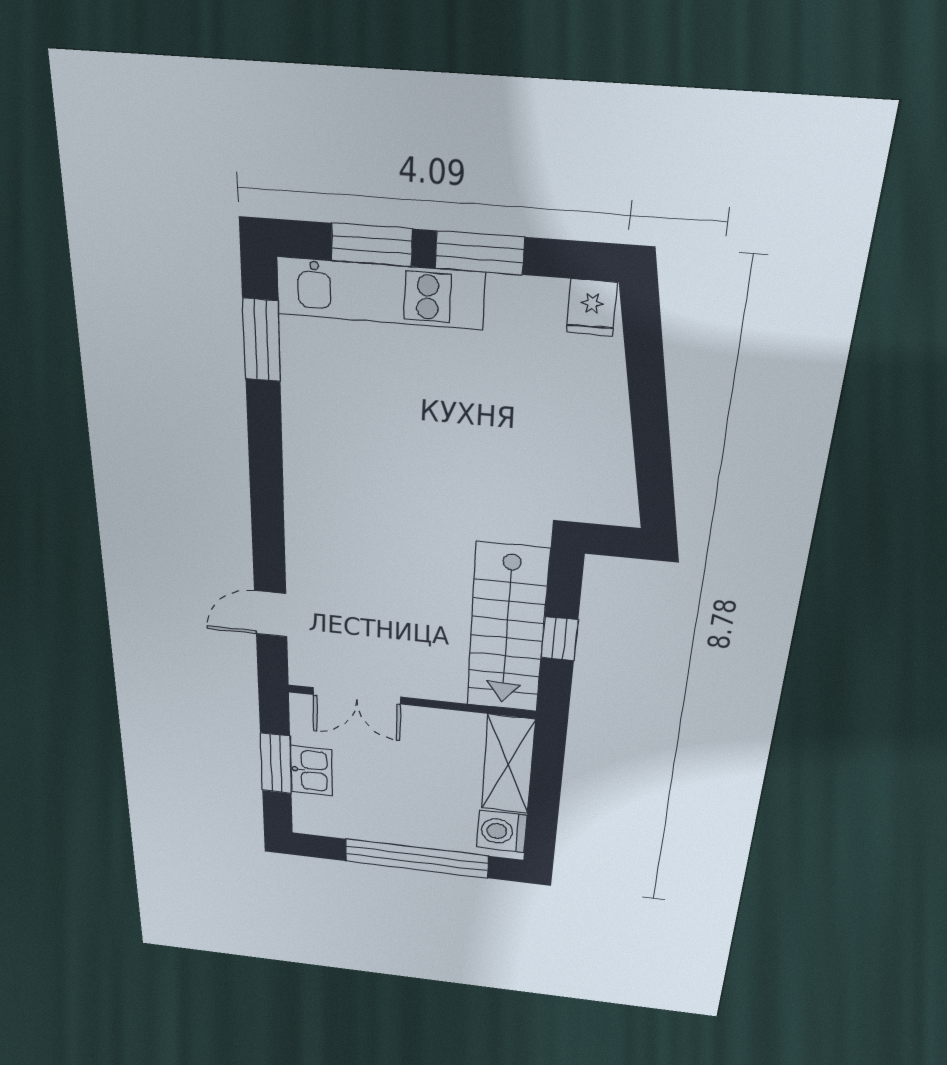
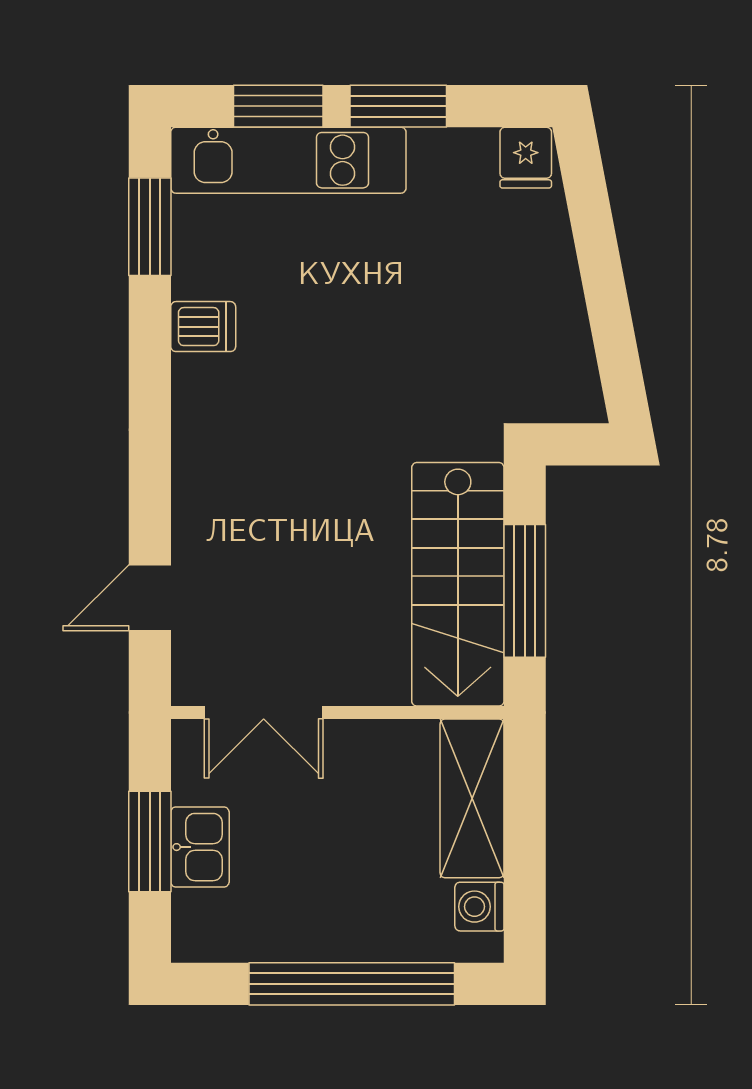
dishwasher: (308, 424) -> (203, 327), added
window: (559, 639) -> (525, 591), width x2.17
washing machine: (502, 831) -> (479, 907), width x0.73, depth x0.73

